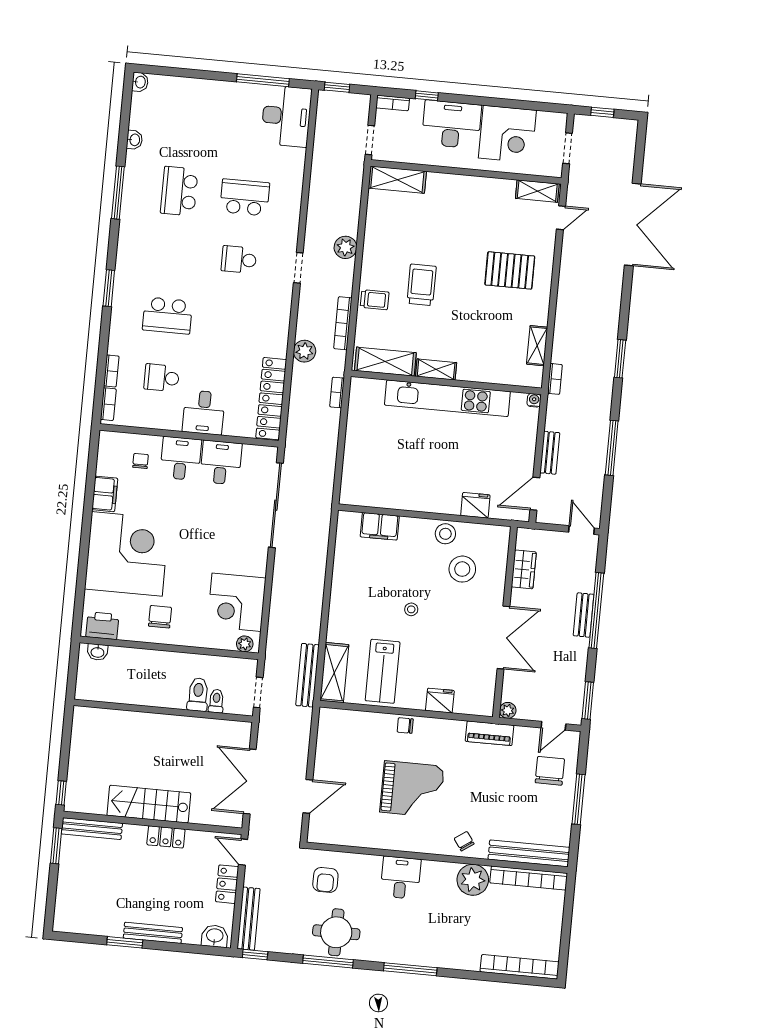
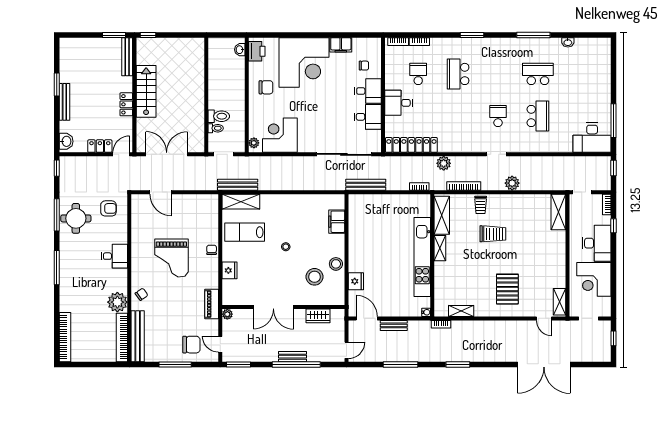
washbasin: (140, 82) -> (605, 42), removed
armchair: (325, 880) -> (108, 208), turned 180
bench: (249, 919) -> (366, 185), moved

